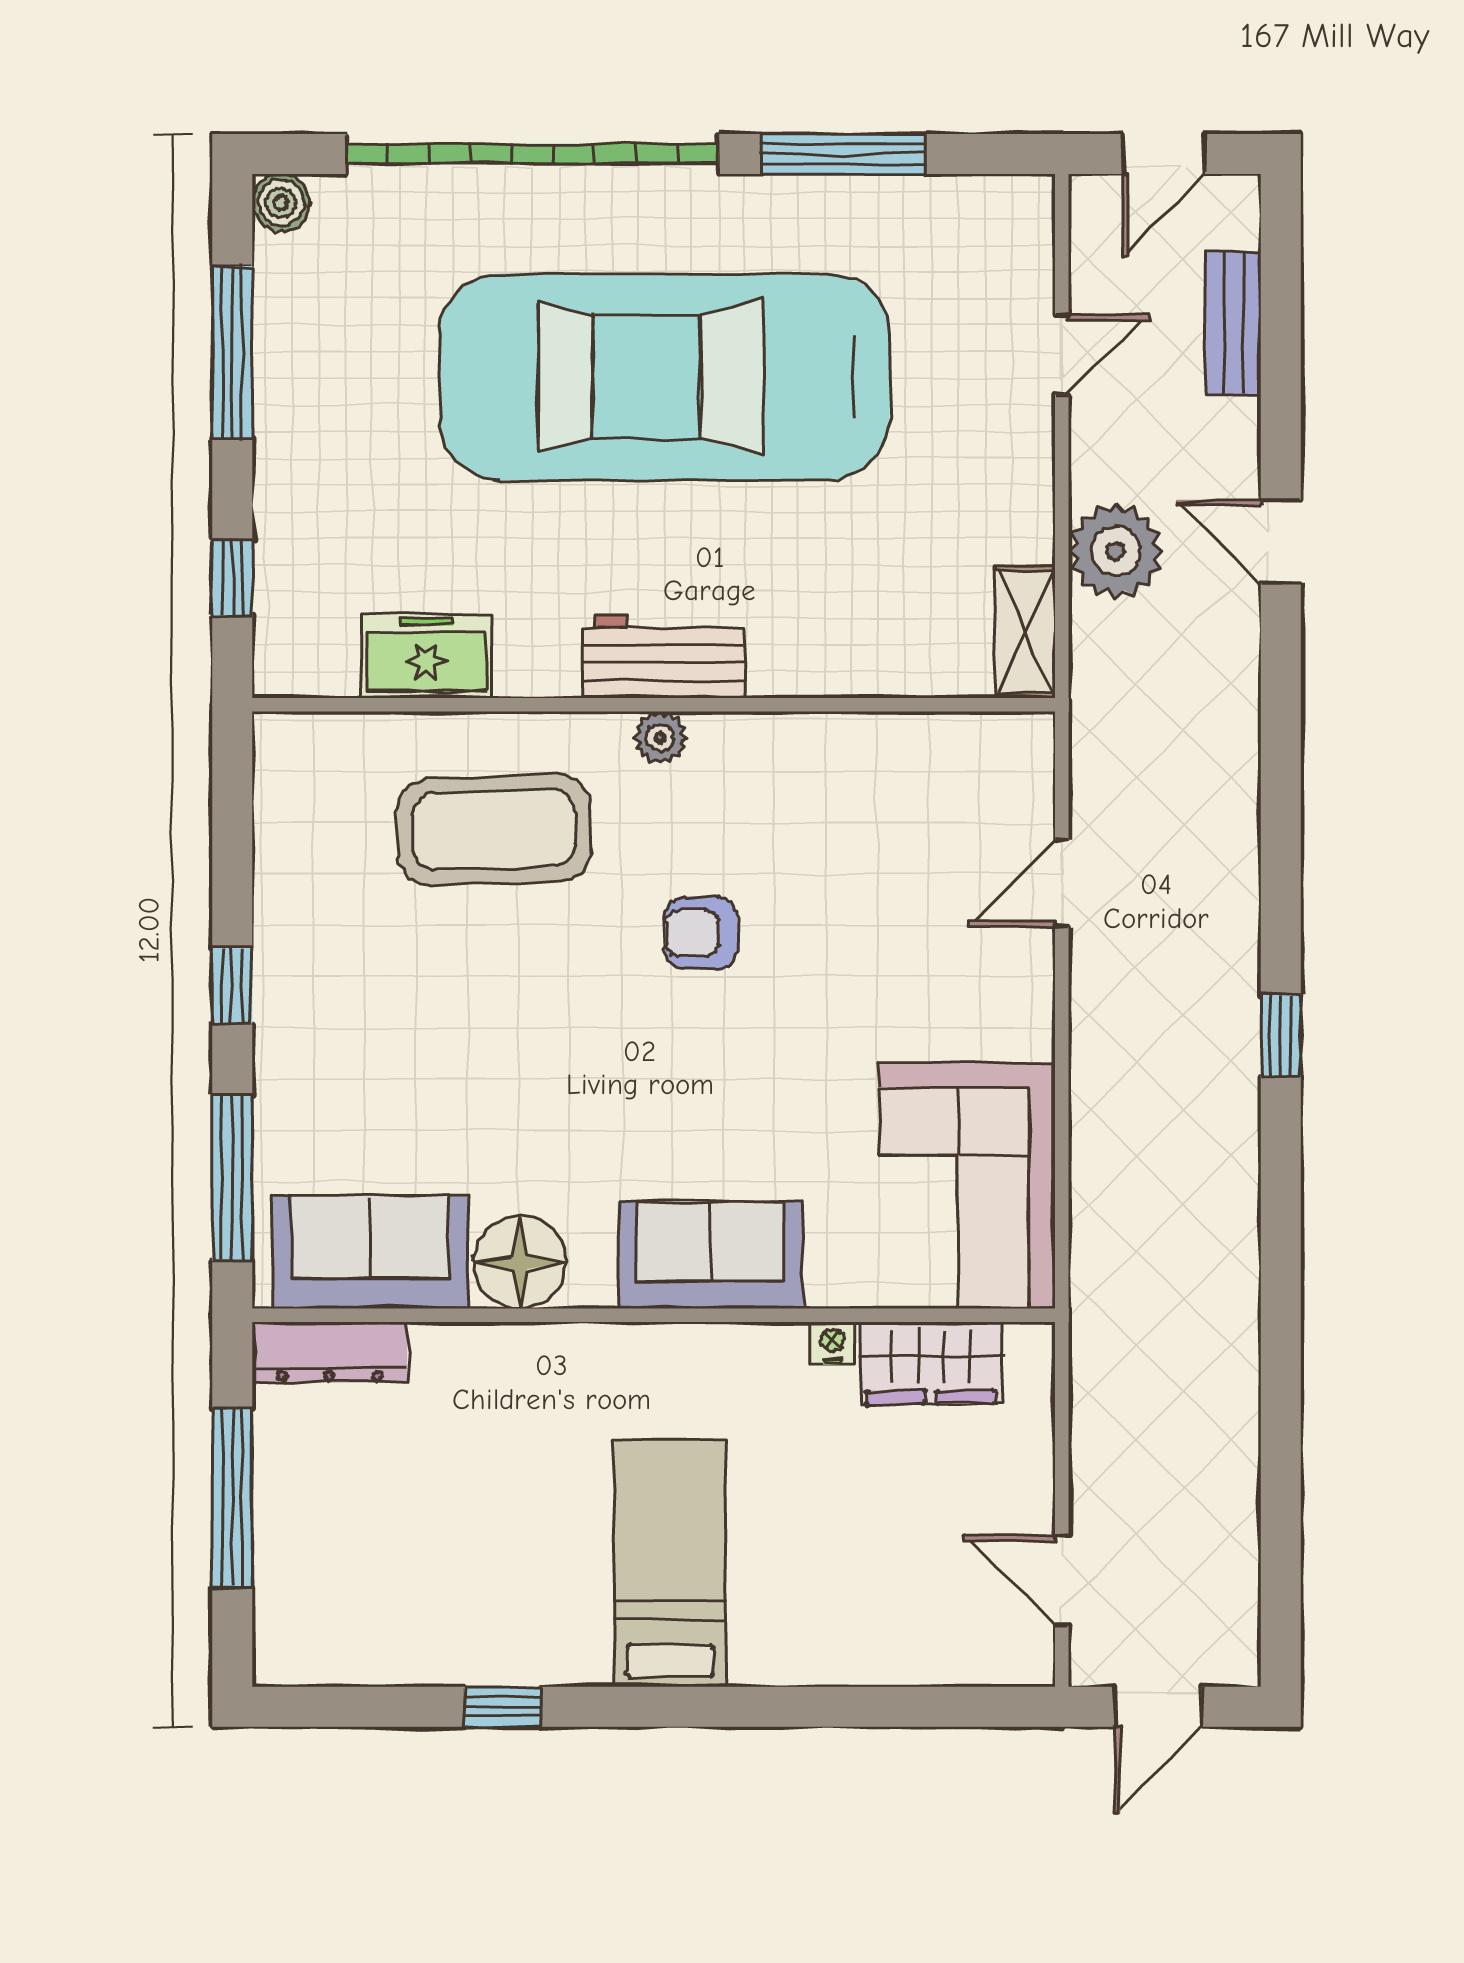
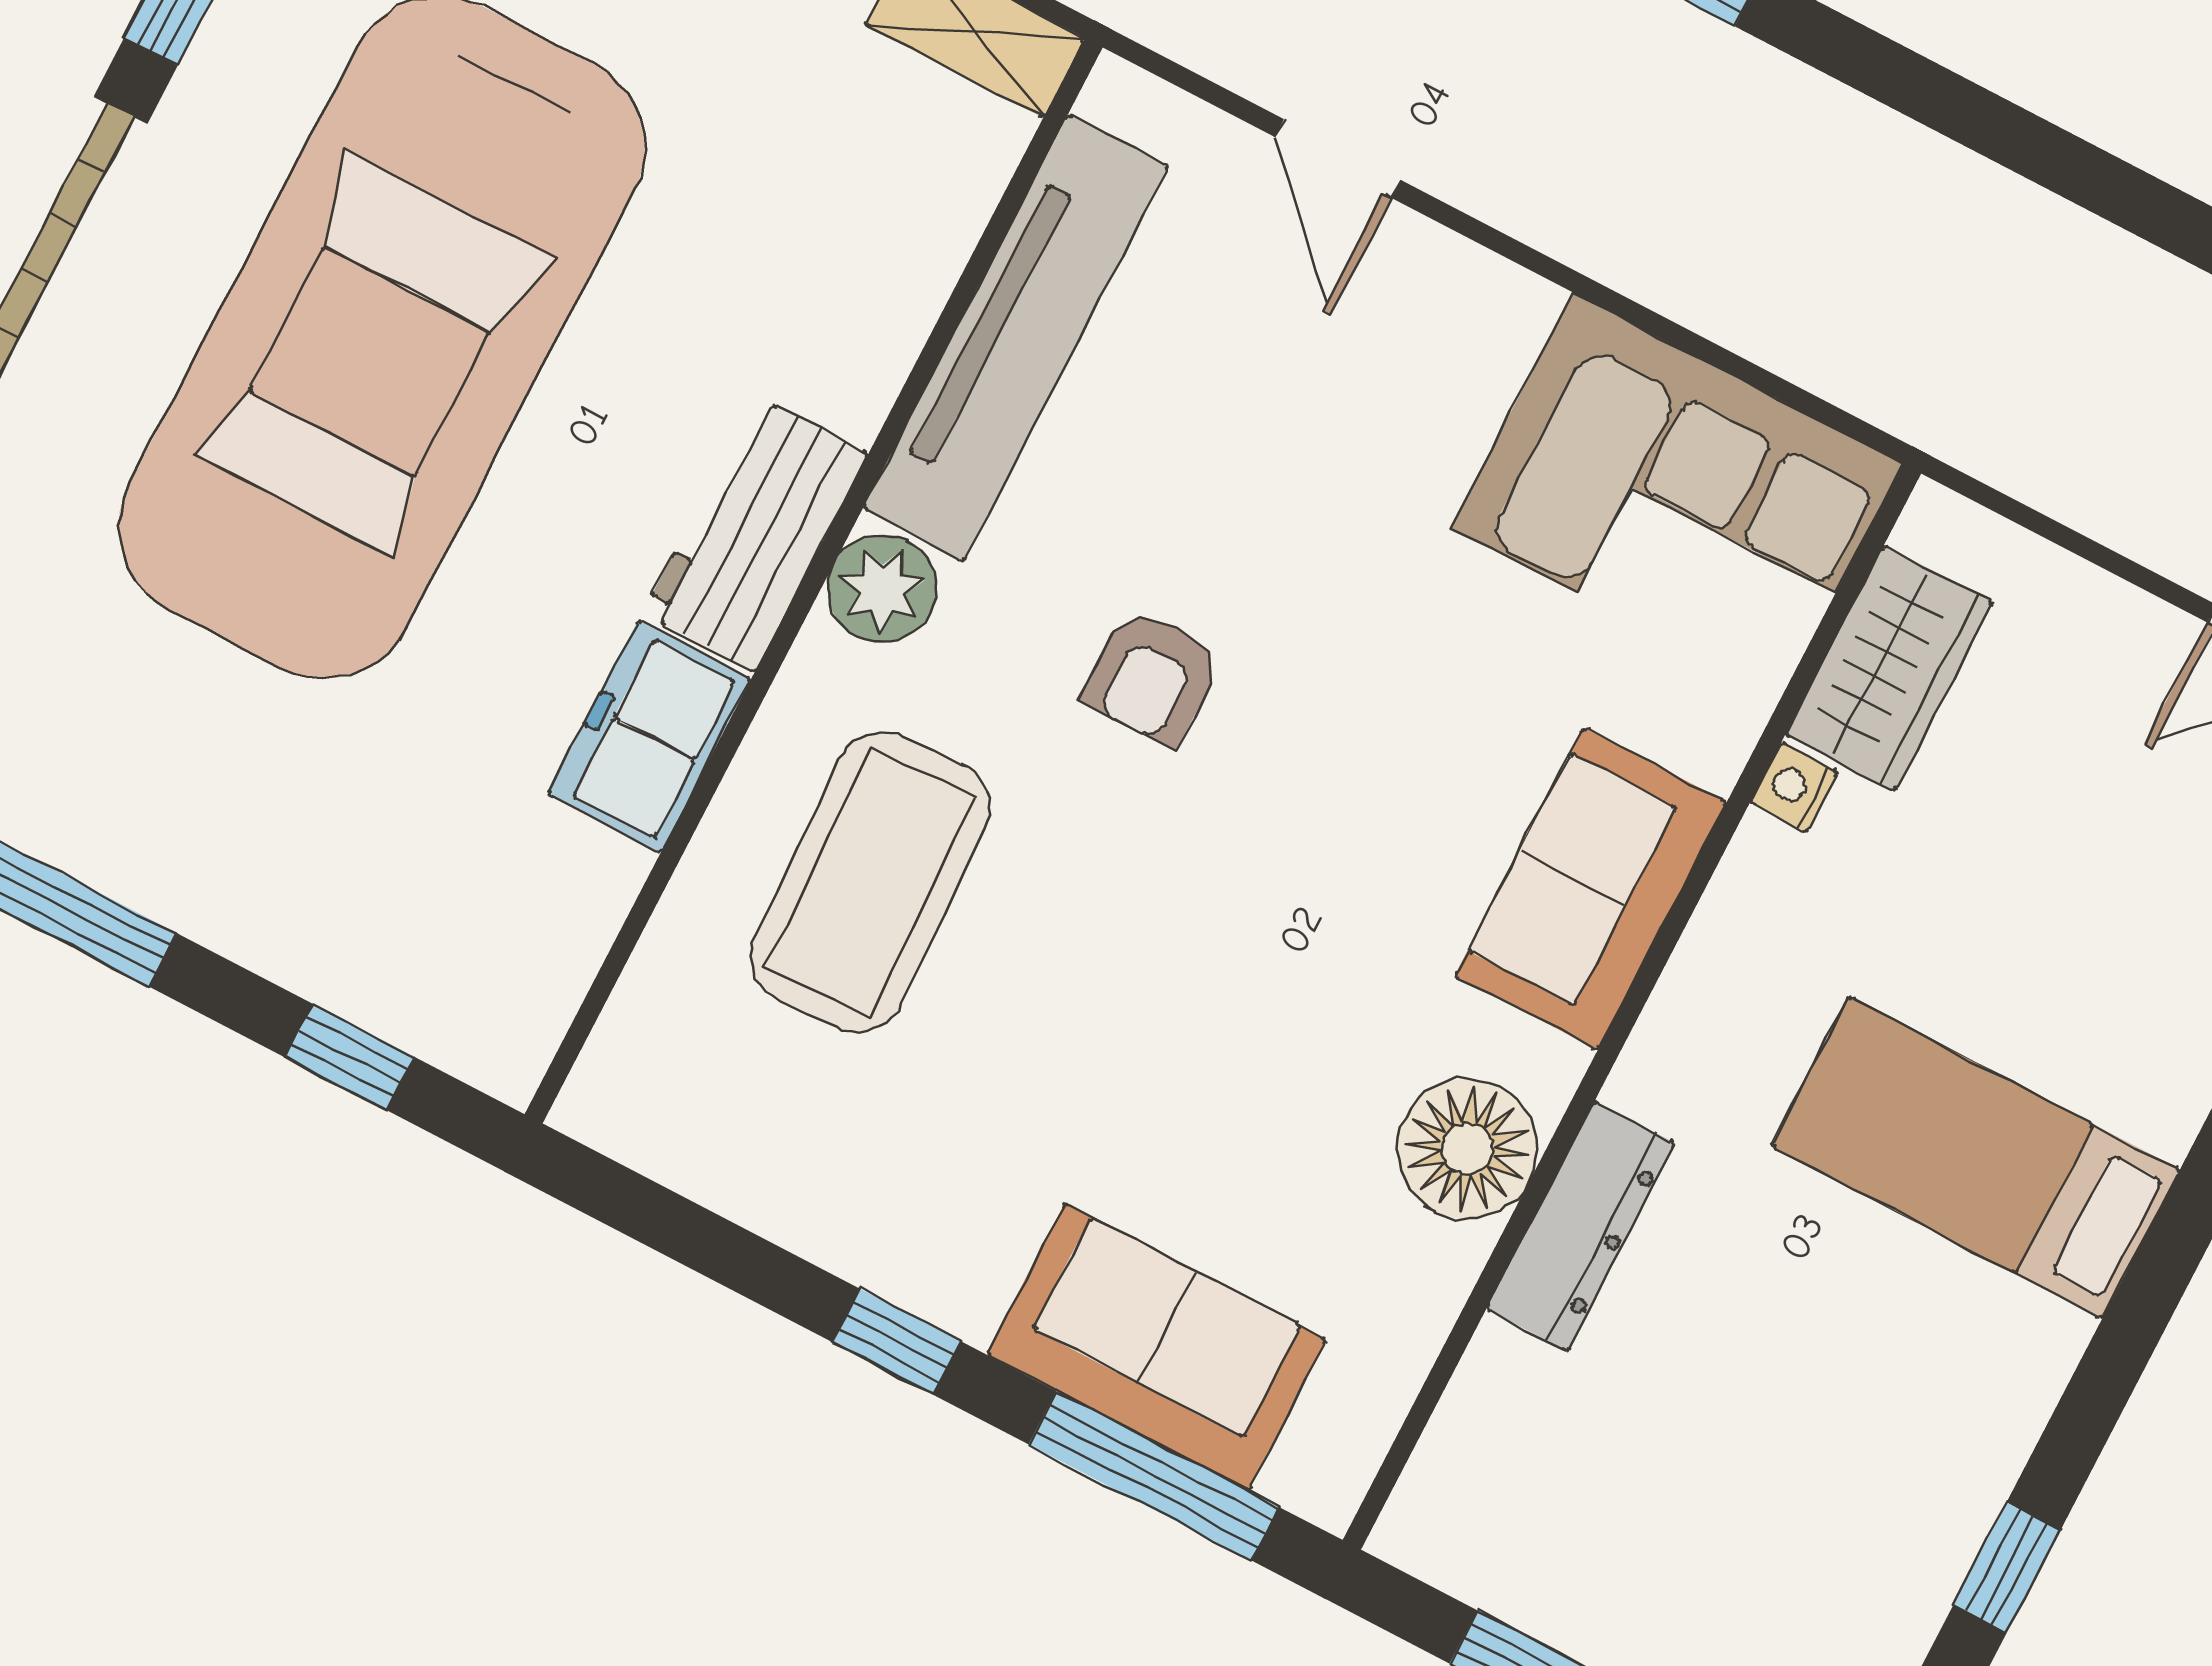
freezer: (427, 656) -> (649, 737), moved
plant: (660, 737) -> (882, 589), width x1.38, depth x1.38
tv unit: (858, 749) -> (1016, 337), added
sofa: (370, 1252) -> (1157, 1347), moved, turned 90
dresser: (330, 1352) -> (1581, 1226), moved
window: (502, 1707) -> (2007, 1568), moved

